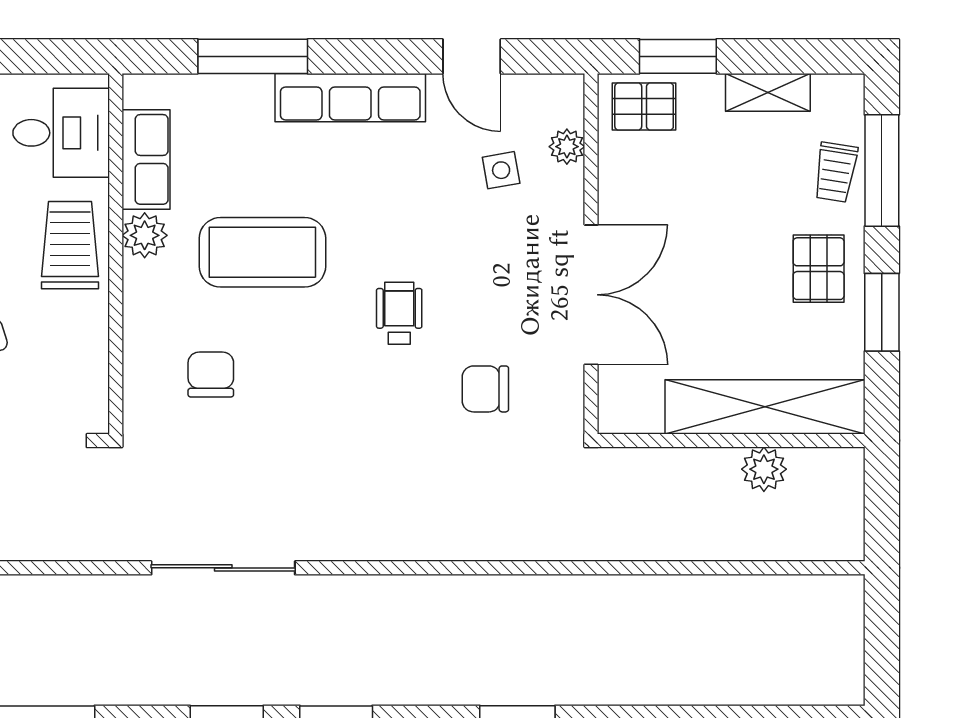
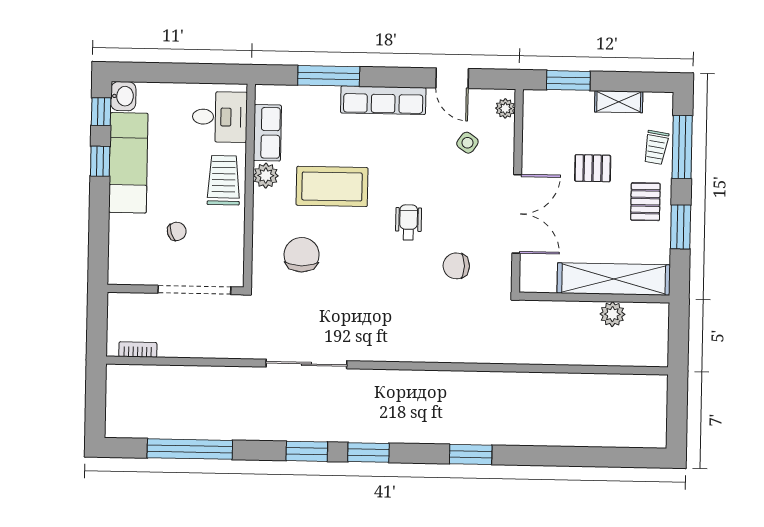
pallet: (644, 107) -> (593, 168), moved
plant: (567, 147) -> (505, 108), moved
side table: (501, 170) -> (467, 143), turned 45
chair: (211, 374) -> (302, 255), width x1.37, depth x1.37

